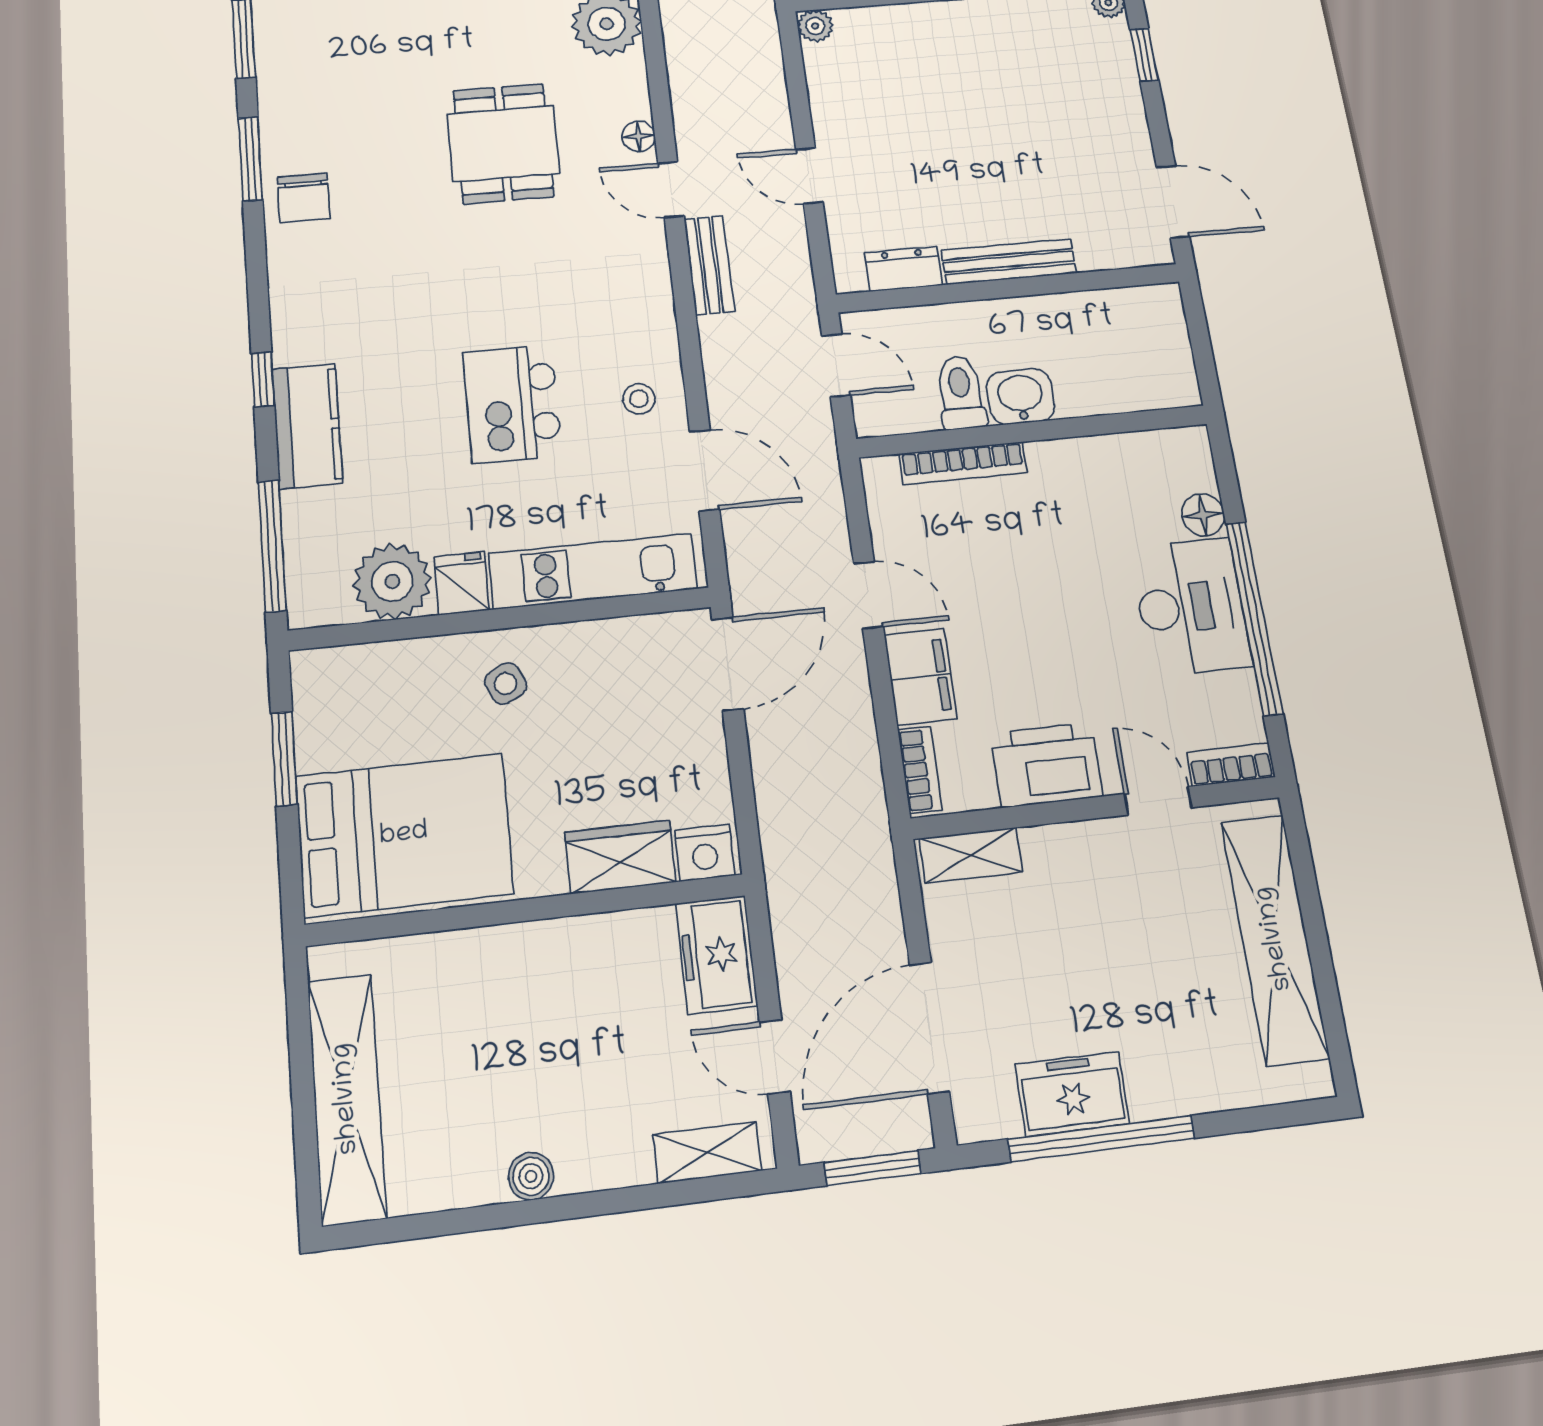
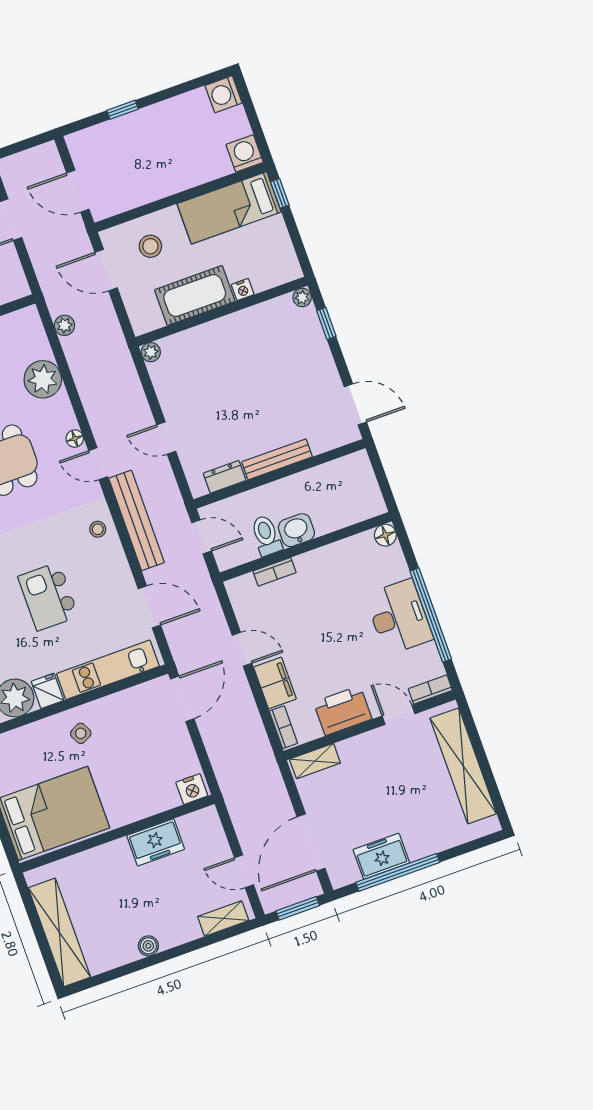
bench: (709, 265) -> (137, 520), width x1.86, depth x1.21
stool: (639, 399) -> (98, 529), moved
bookcase: (963, 463) -> (275, 572), width x0.64
floor lamp: (1203, 515) -> (385, 535), moved
wardrobe: (620, 857) -> (154, 800), removed
freezer: (717, 955) -> (156, 842), moved, turned -90

